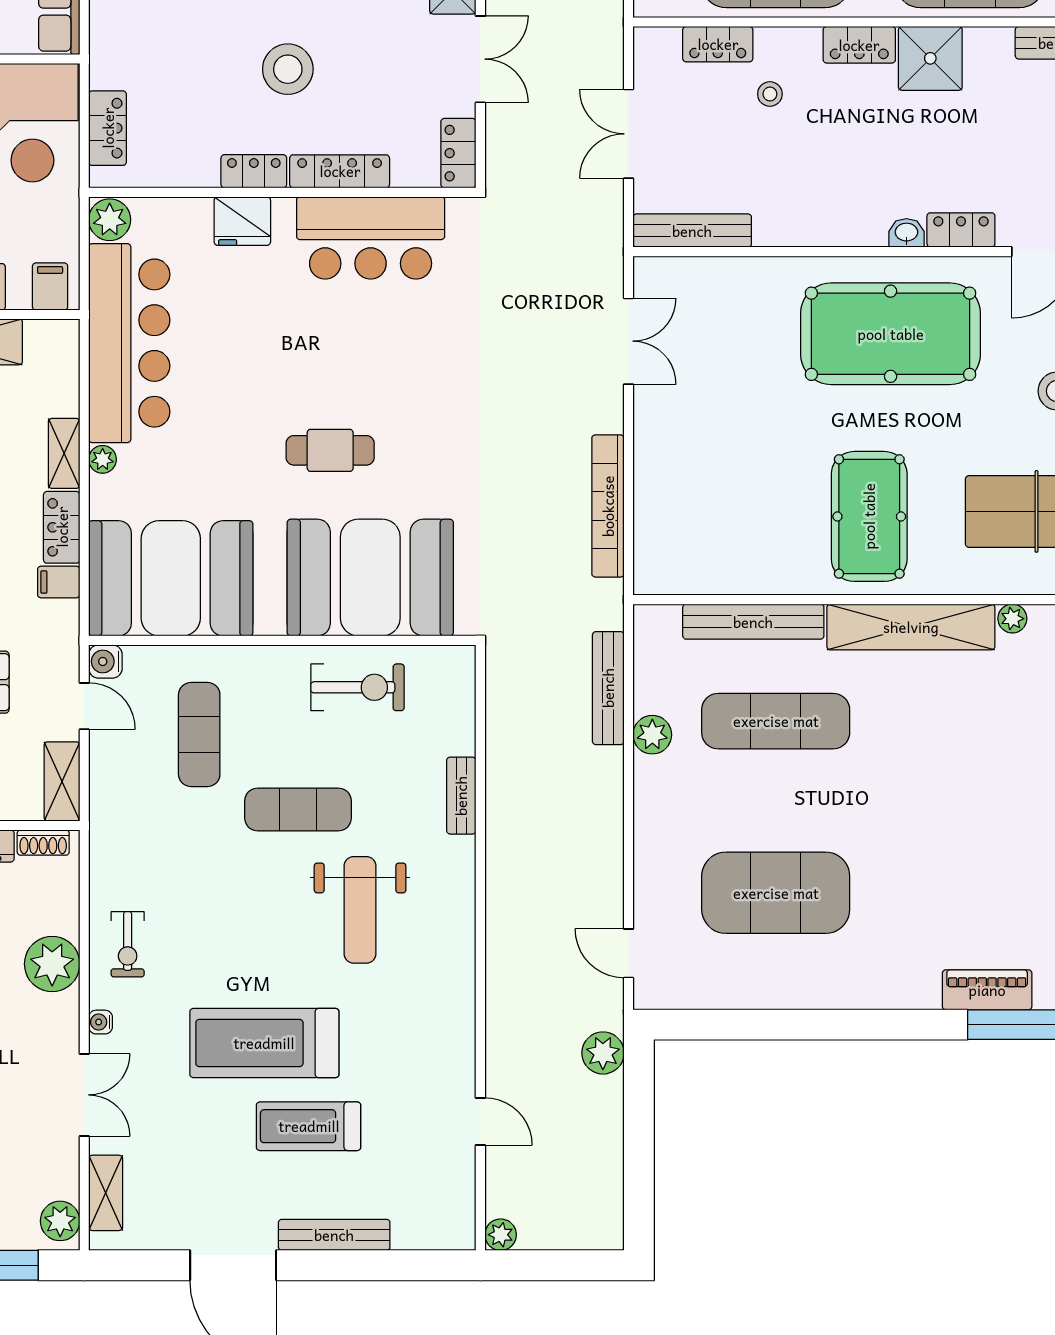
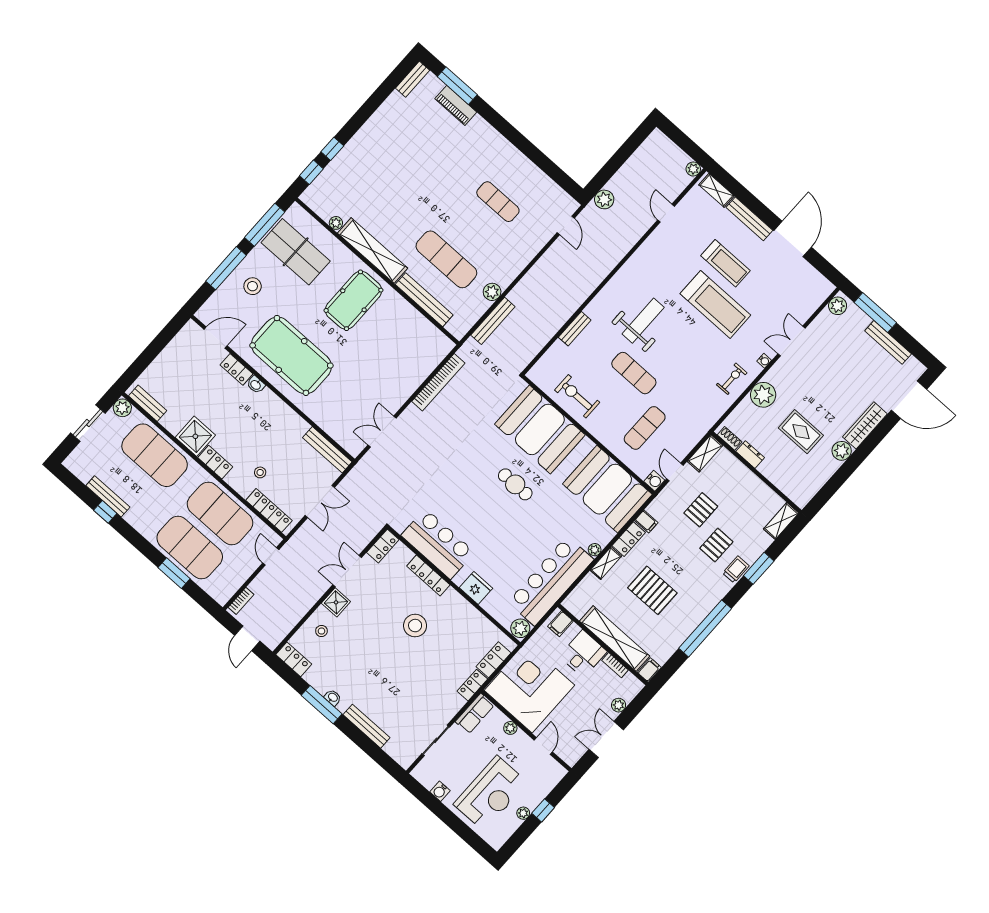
locker: (718, 44) -> (269, 510), width x1.53
locker: (254, 171) -> (472, 685), moved, turned 90
exercise mat: (776, 893) -> (498, 202), width x0.50, depth x0.69
shelving: (106, 1193) -> (717, 190), moved, turned 90

